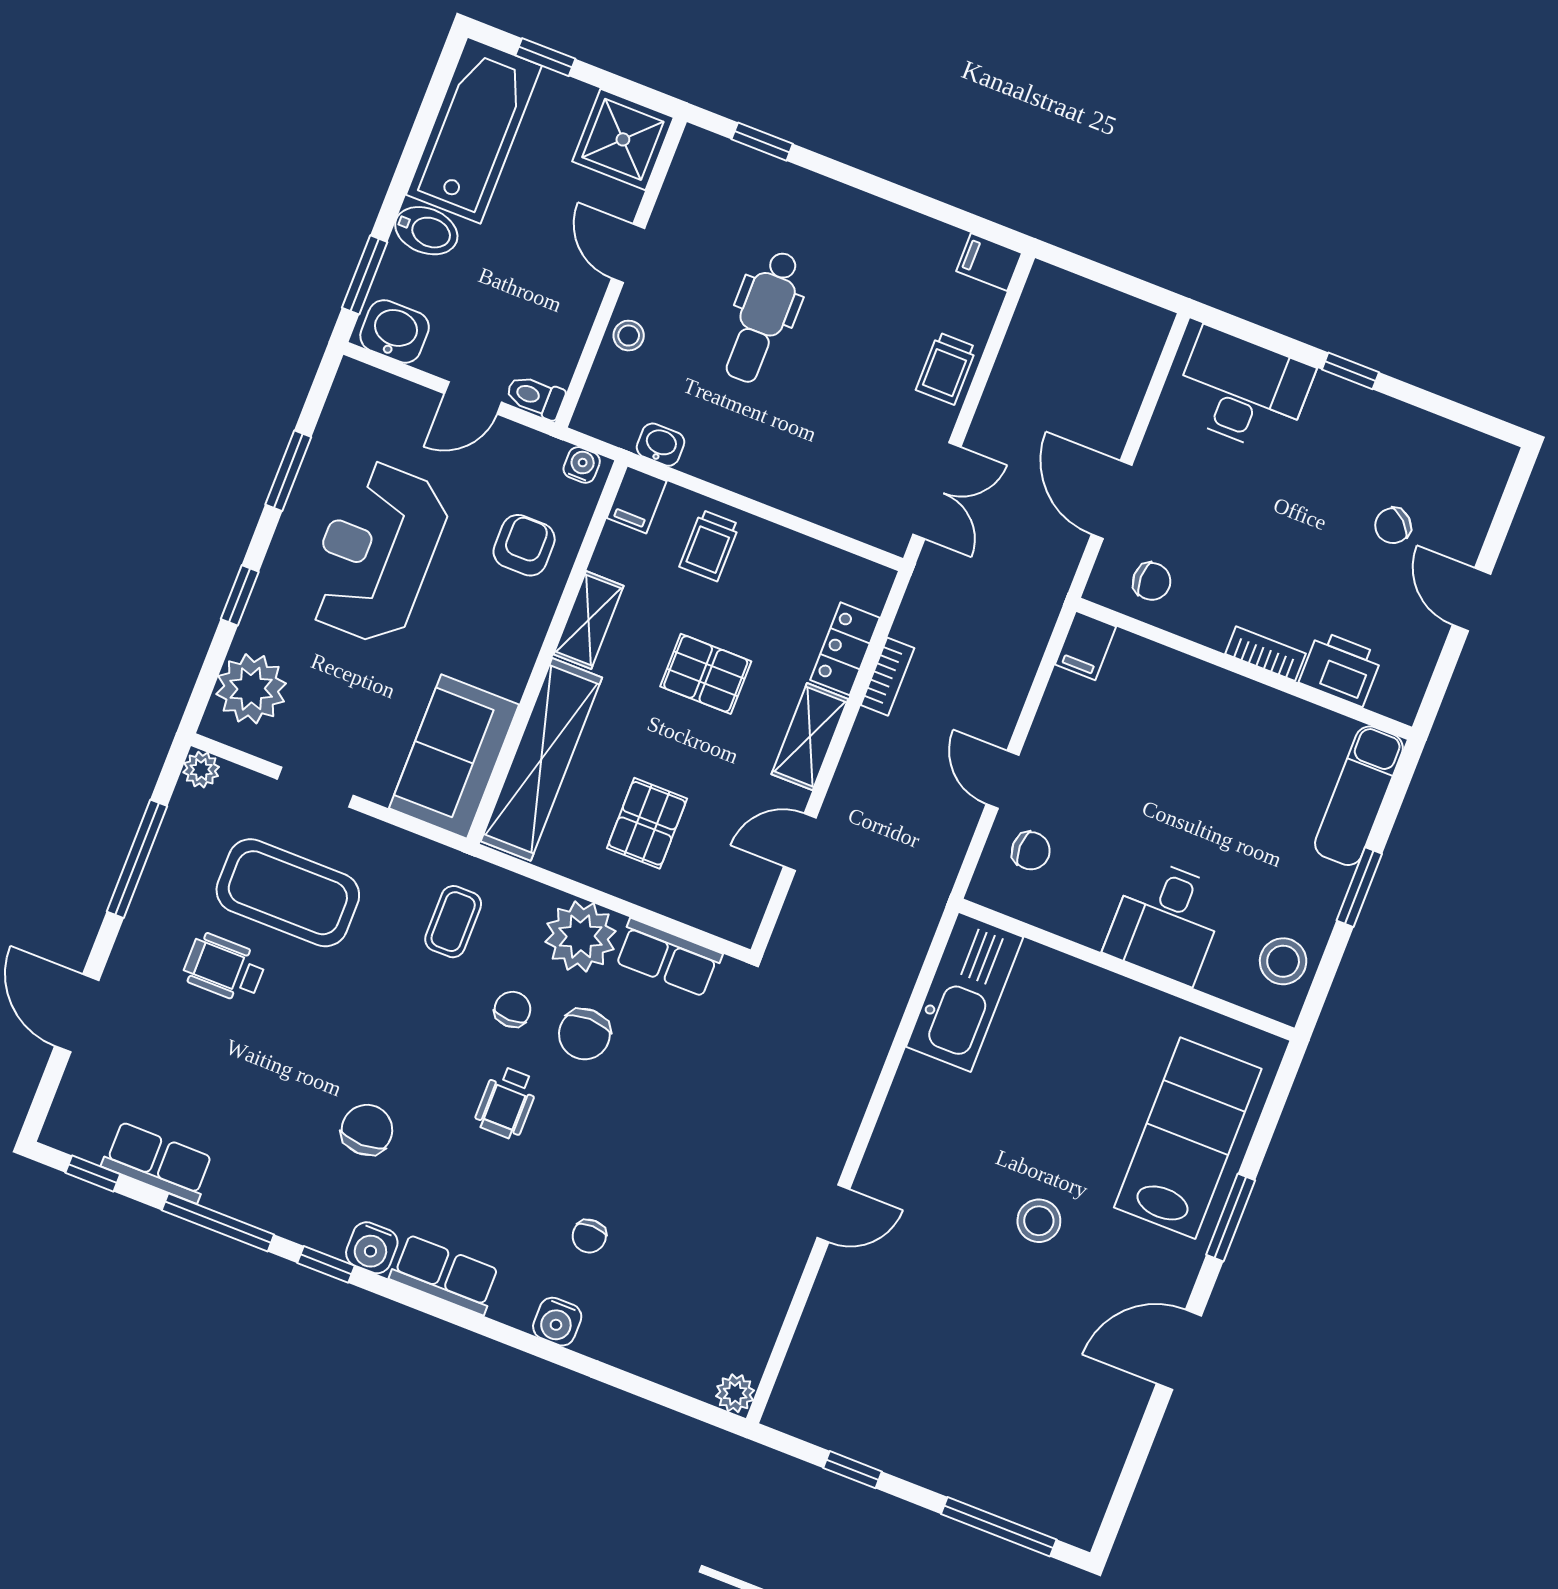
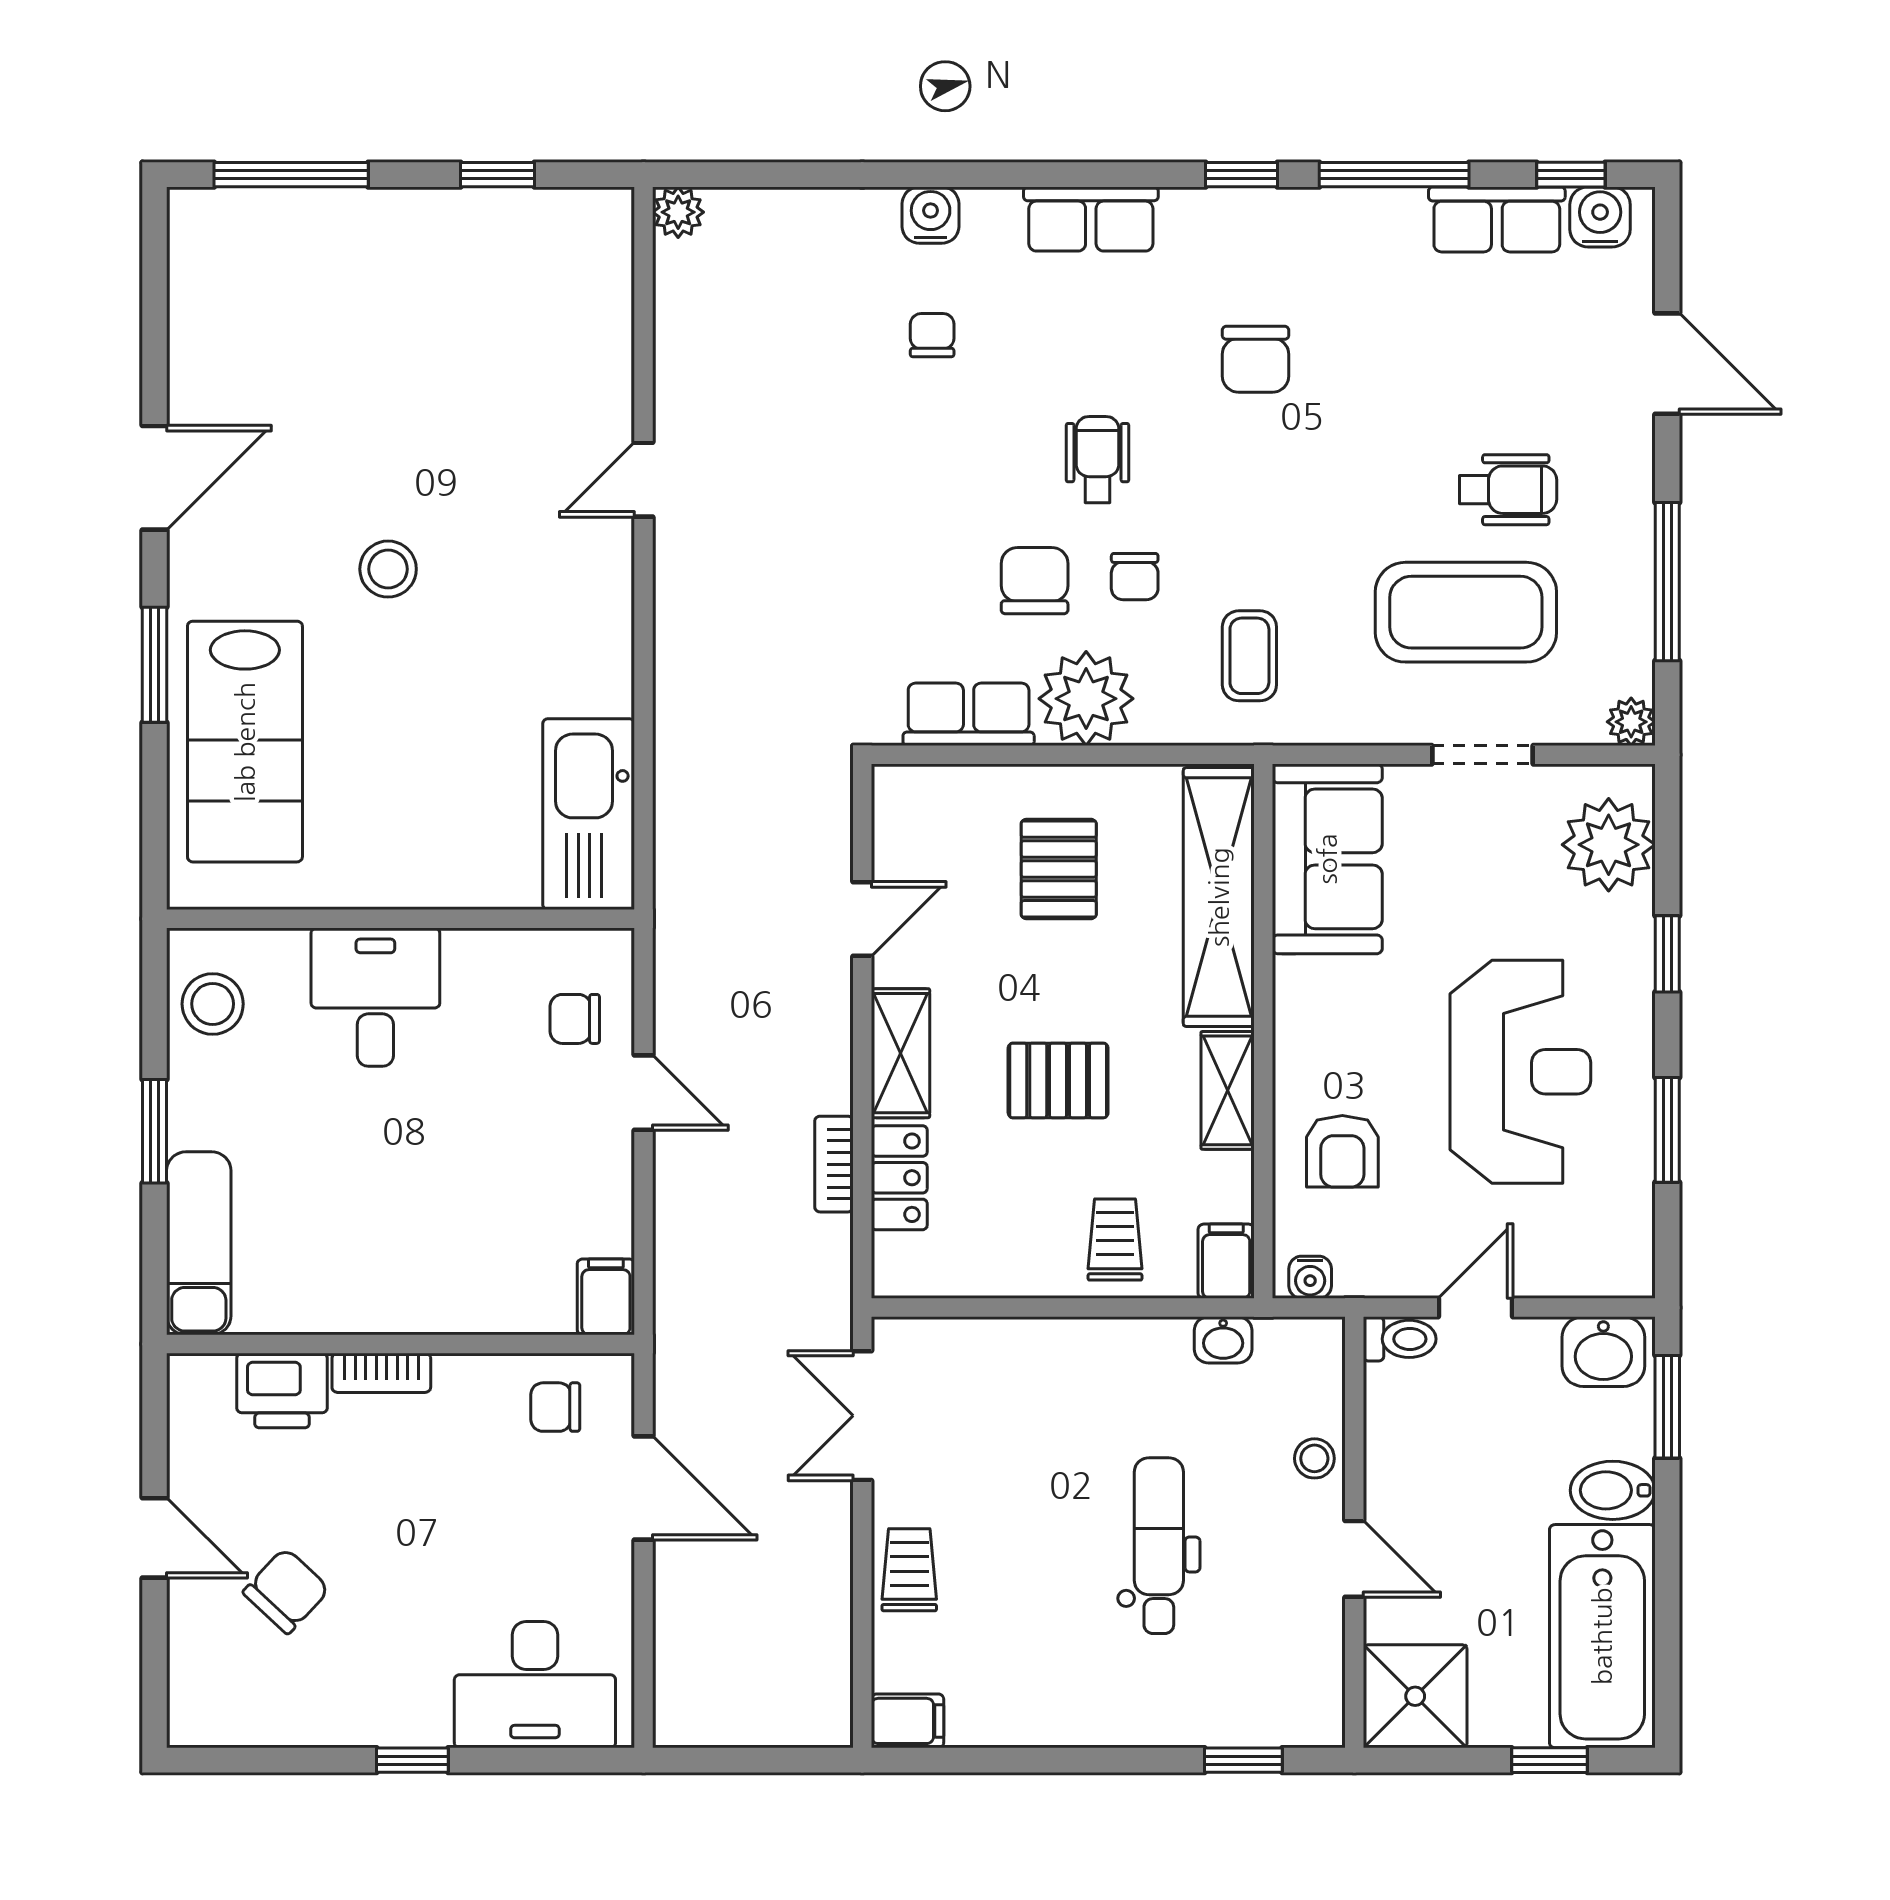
chair: (1393, 526) -> (286, 1591), width x1.37, depth x1.37
water cooler: (372, 1248) -> (1600, 217), moved

